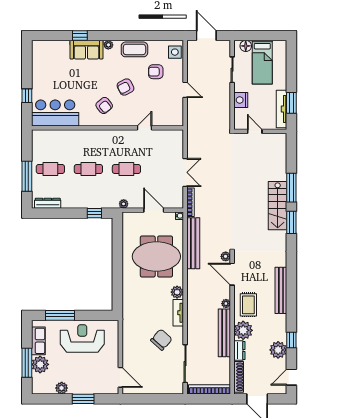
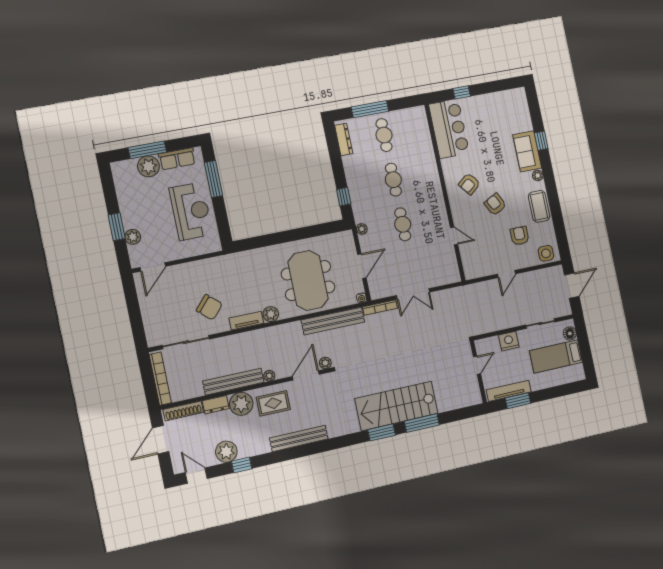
stairs: (278, 206) -> (396, 406), width x1.36, depth x1.51
plant: (62, 388) -> (133, 237), moved

